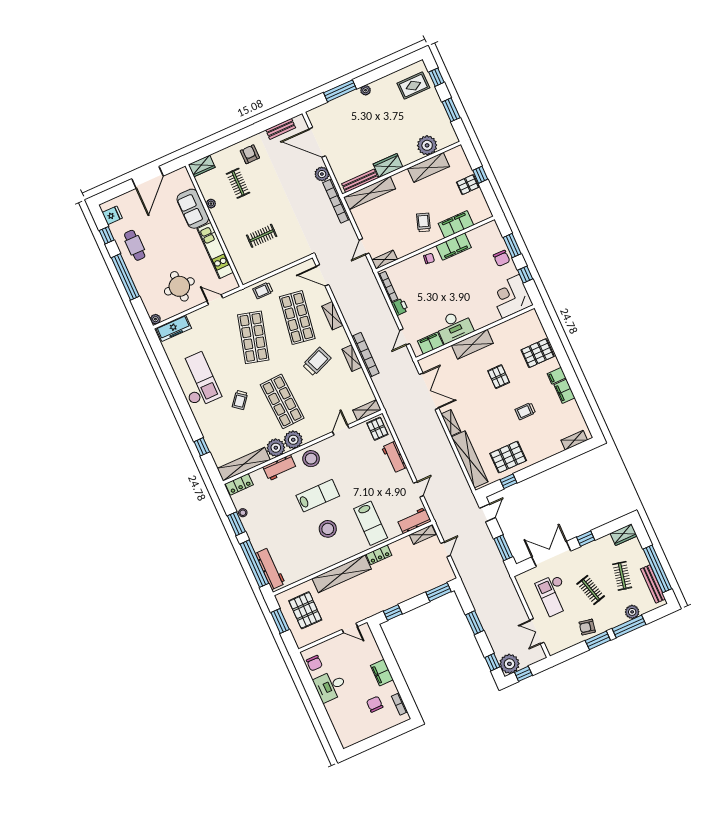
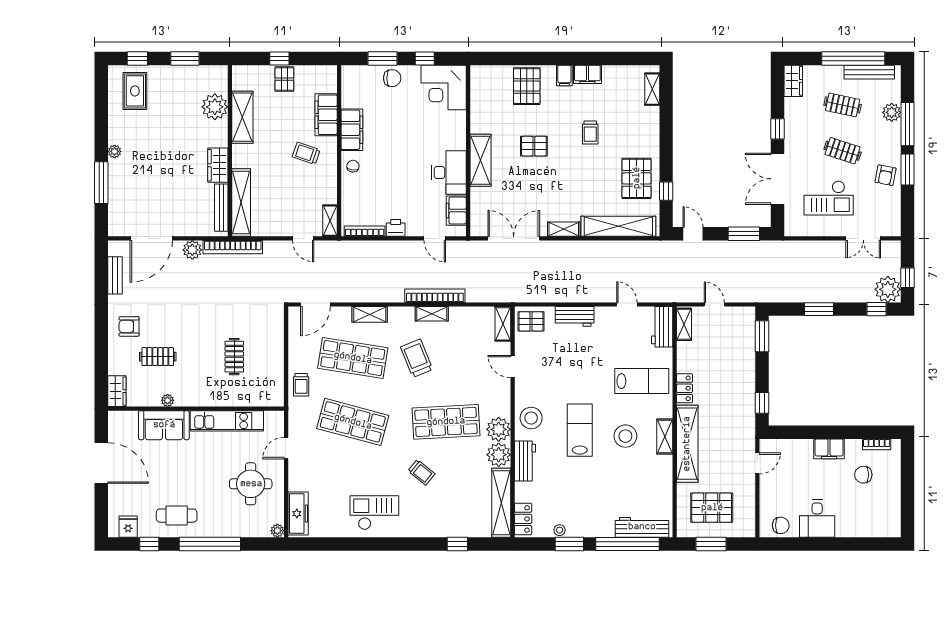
checkout: (198, 380) -> (374, 513), width x0.73, depth x0.83
shelving: (340, 556) -> (665, 436), added
clothes rail: (591, 590) -> (843, 151), turned 33

